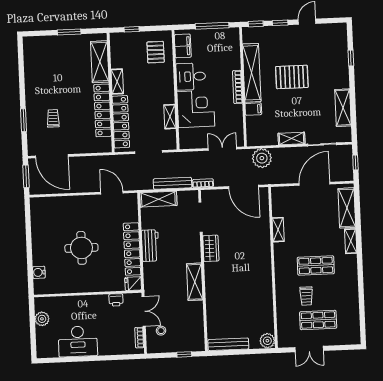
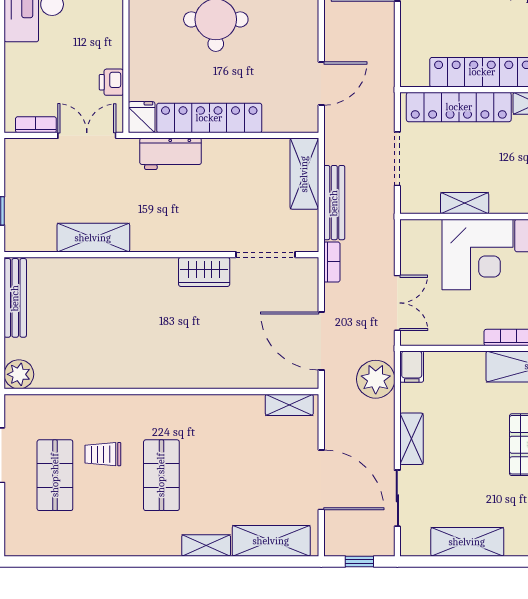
filing cabinet: (253, 109) -> (412, 367), moved
door: (244, 187) -> (321, 341), hinge flipped
shelving: (278, 230) -> (289, 405), moved
workbench: (150, 246) -> (171, 154), moved
shelving: (195, 282) -> (93, 238), moved
double door: (144, 311) -> (87, 135), swing flipped
stool: (161, 331) -> (48, 168), removed

